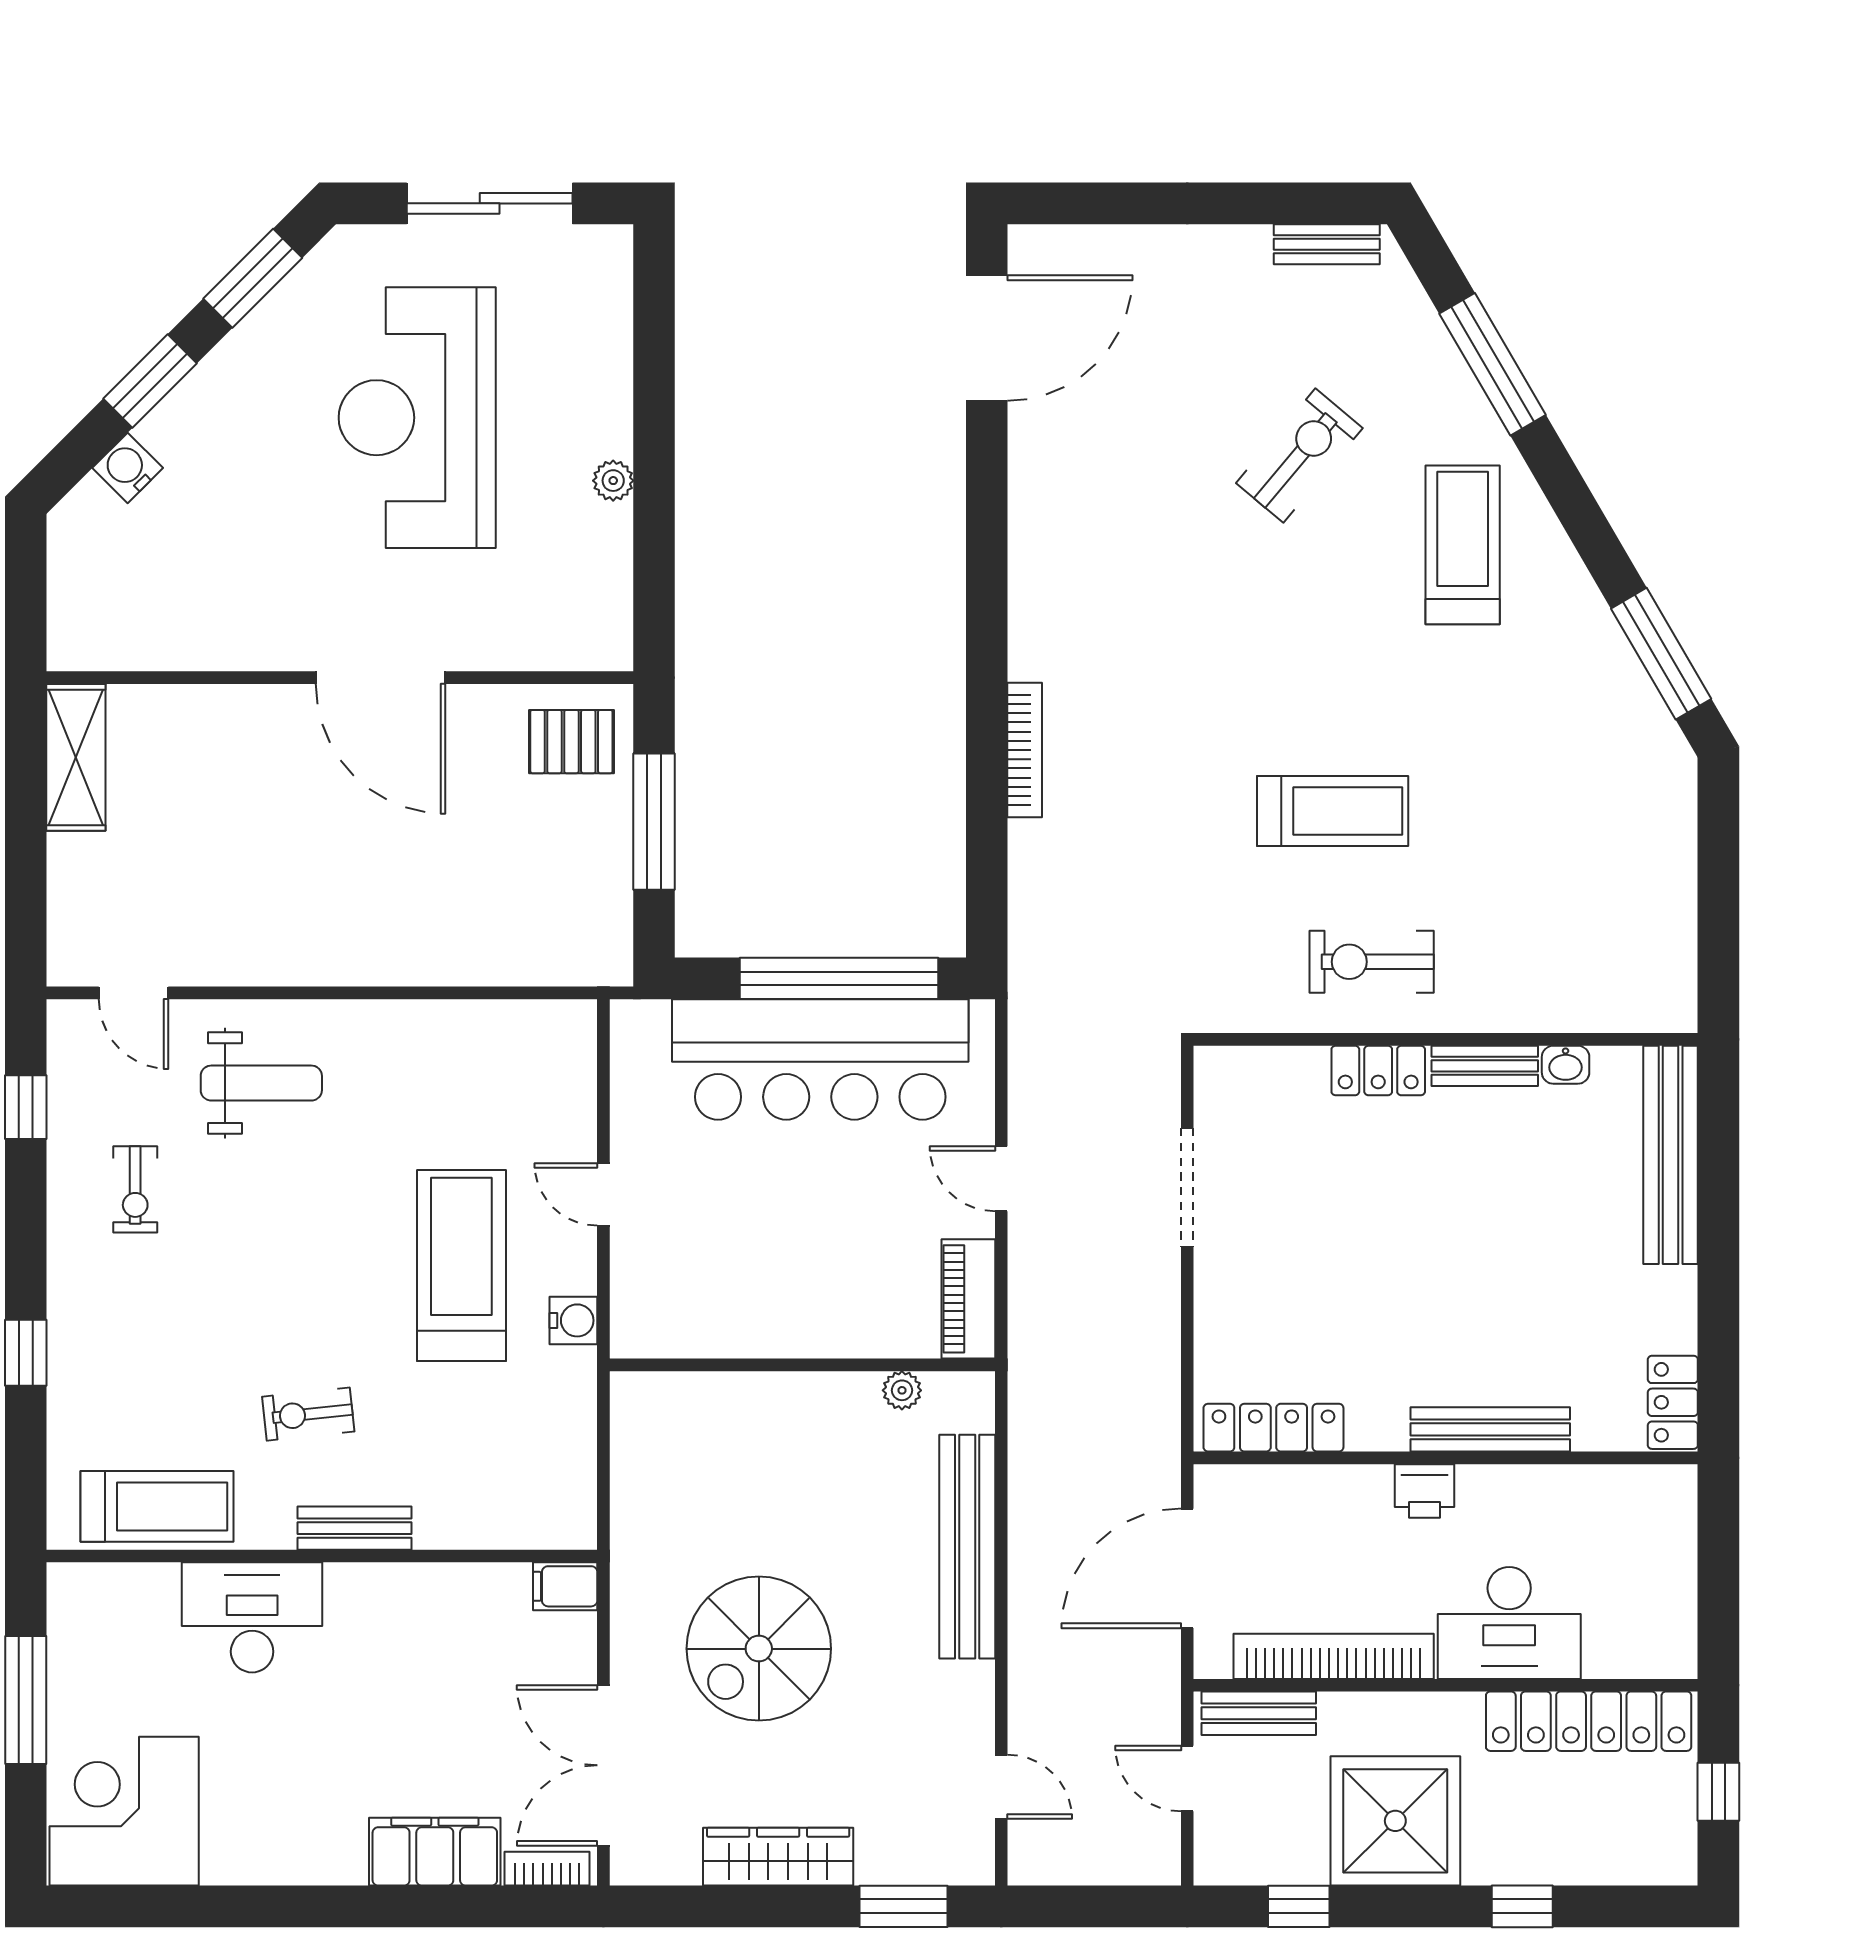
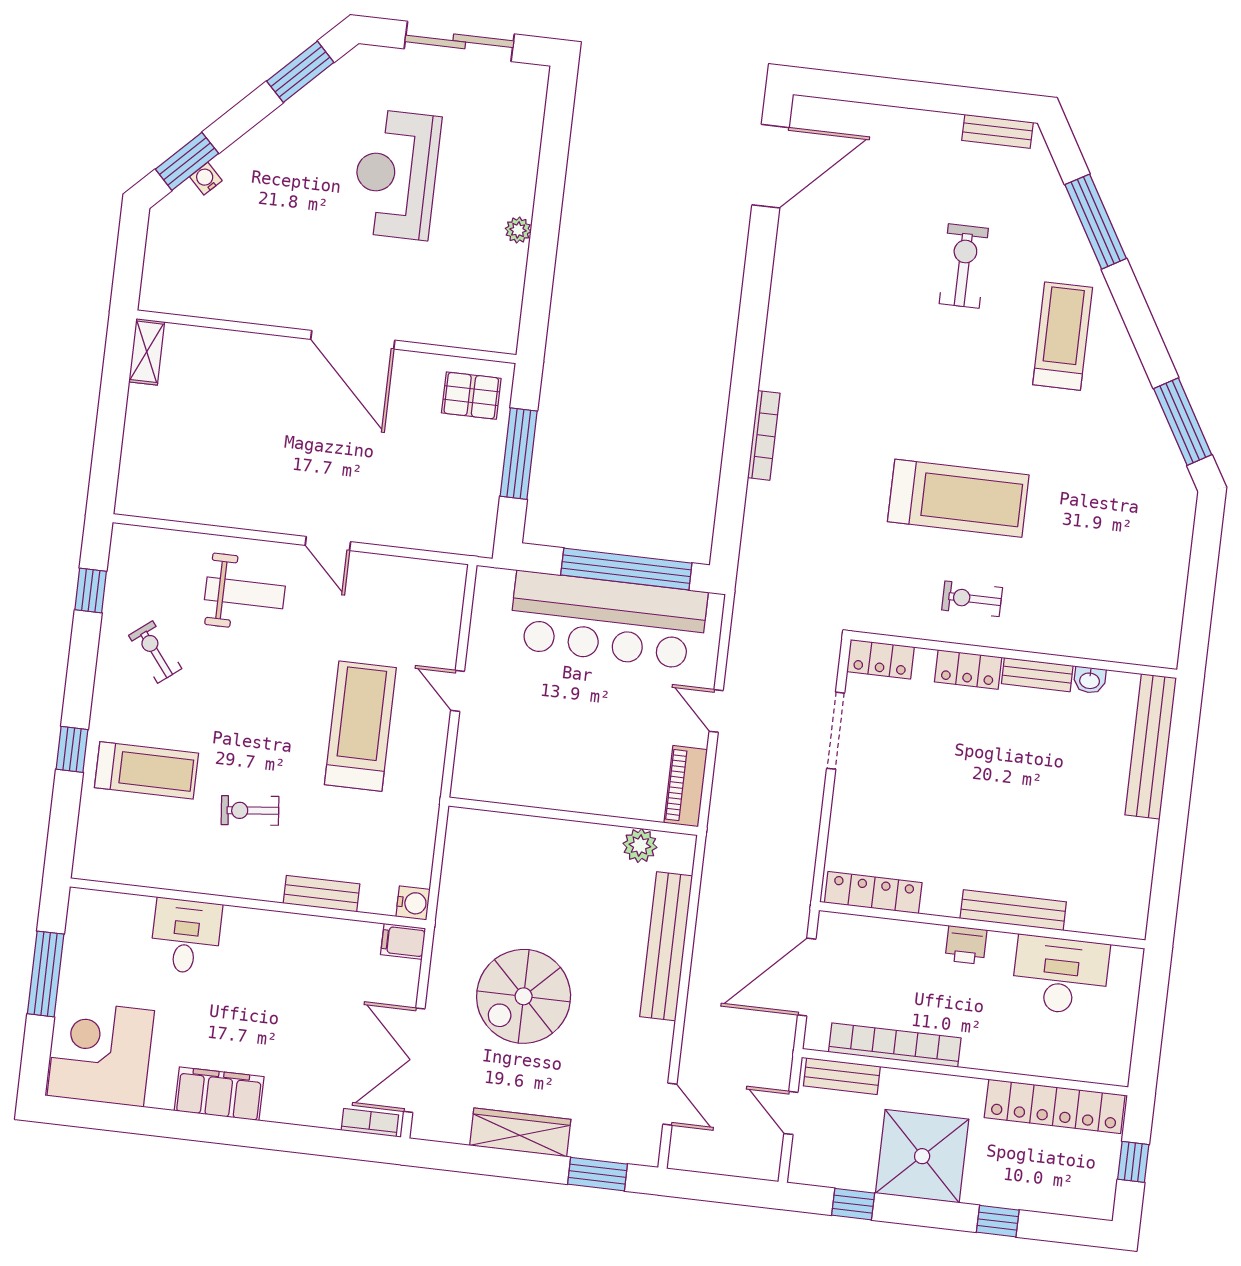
window: (150, 381) -> (187, 161), moved
reception desk: (417, 418) -> (396, 174), width x0.74, depth x0.77
exercise bike: (1299, 456) -> (964, 266), turned -40
water cooler: (128, 468) -> (206, 179), width x0.72, depth x0.72
shelving: (76, 757) -> (147, 352), width x0.67, depth x0.75
treadmill: (1333, 811) -> (958, 498), width x1.37, depth x1.38
exercise bike: (1372, 962) -> (972, 599), width x0.73, depth x0.72
door: (134, 993) -> (328, 543), moved
exercise bike: (135, 1189) -> (155, 652), turned 142
water cooler: (573, 1320) -> (413, 903), moved
plant: (902, 1390) -> (640, 845), width x1.38, depth x1.38
locker: (1673, 1402) -> (881, 659), moved, turned -90
treadmill: (157, 1506) -> (146, 770), moved
bench: (354, 1528) -> (321, 894), moved
desk: (252, 1617) -> (186, 936), width x0.73
desk: (1509, 1623) -> (1060, 975), moved, turned 180
filing cabinet: (435, 1852) -> (219, 1094), moved

